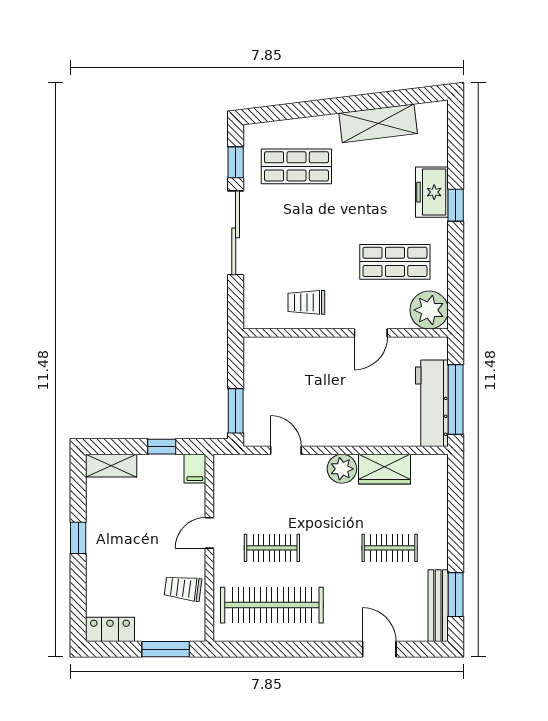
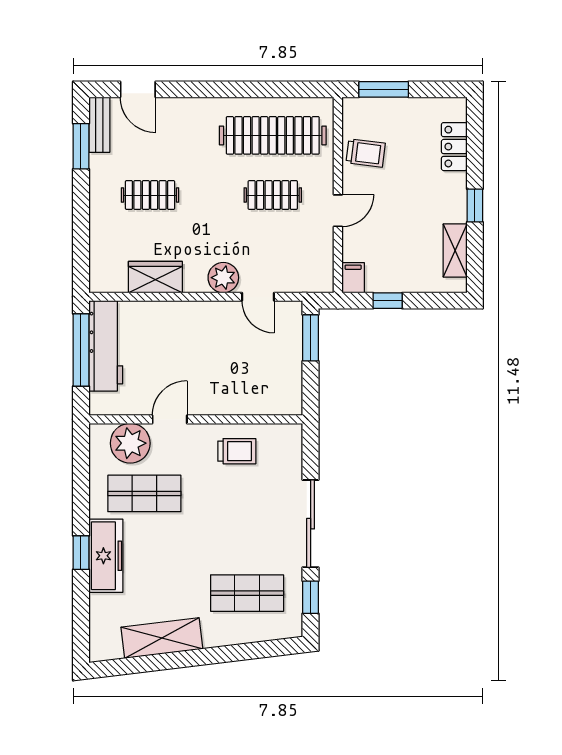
freezer: (432, 192) -> (106, 556), width x1.40
plant: (429, 310) -> (130, 443), moved
shelving: (111, 466) -> (455, 251), moved, turned 90
plant: (342, 469) -> (223, 278), moved
bench: (438, 606) -> (99, 125), width x0.73
locker: (110, 629) -> (454, 147), moved, turned 90
door: (379, 649) -> (138, 89), moved

